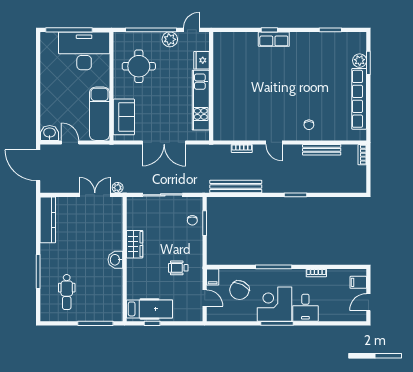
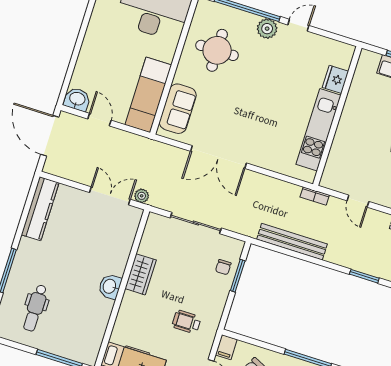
fridge: (201, 60) -> (335, 79), moved
wall: (211, 86) -> (337, 116), moved
kitchen unit: (201, 100) -> (319, 130), moved

